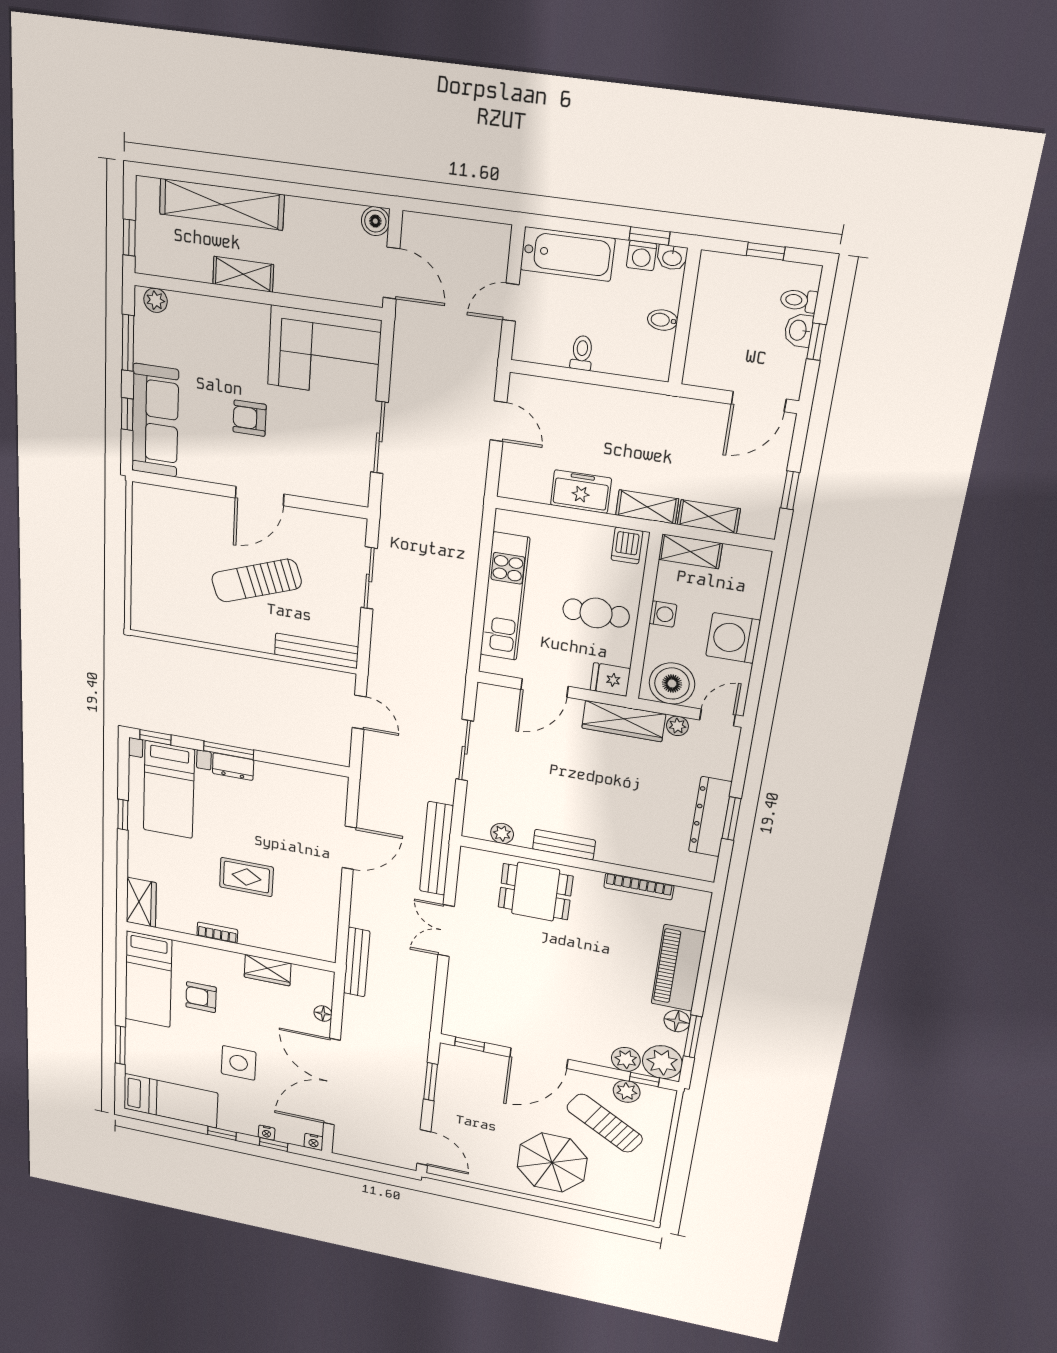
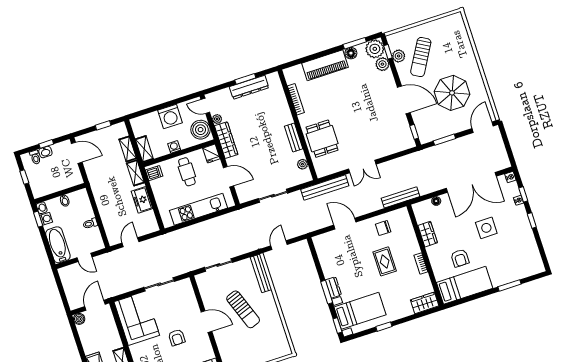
chair: (311, 906) -> (383, 228), added
bed: (171, 1101) -> (528, 251), removed
parasol: (552, 1163) -> (452, 93), moved

